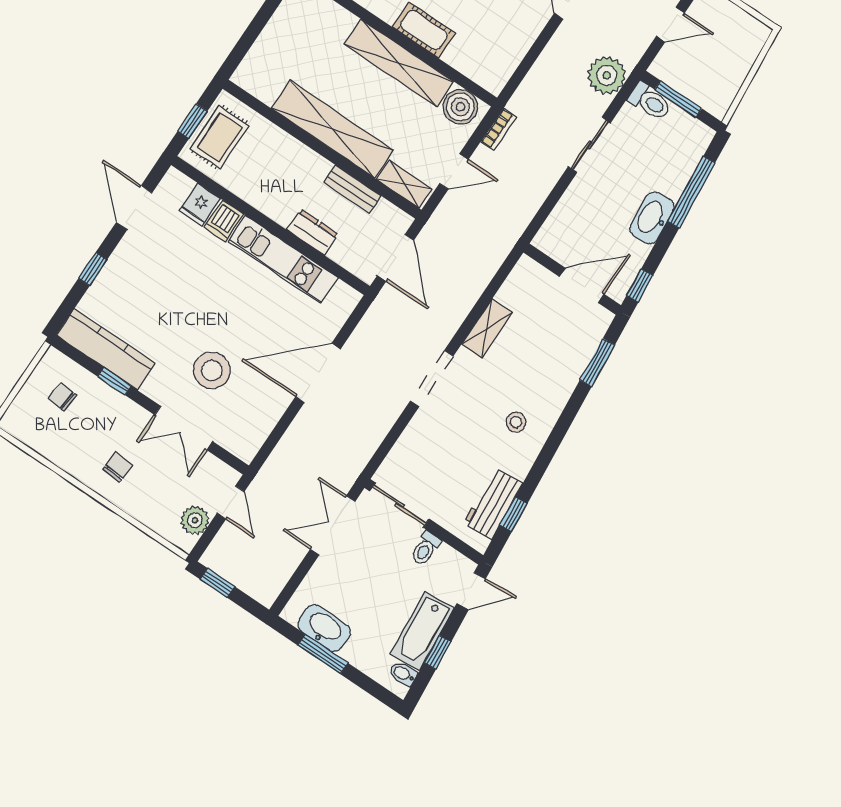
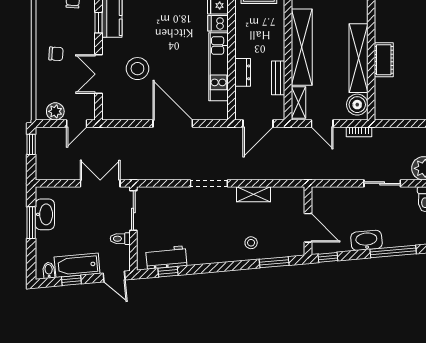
stool: (516, 422) -> (251, 243), moved

